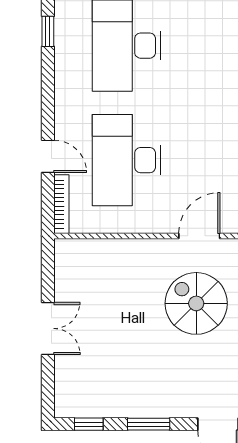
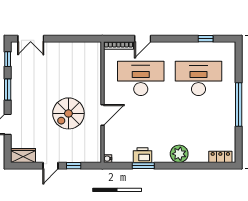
door: (199, 236) -> (102, 115), hinge flipped
spiral stairs: (196, 303) -> (68, 113), turned 180
double door: (48, 328) -> (31, 39), moved

